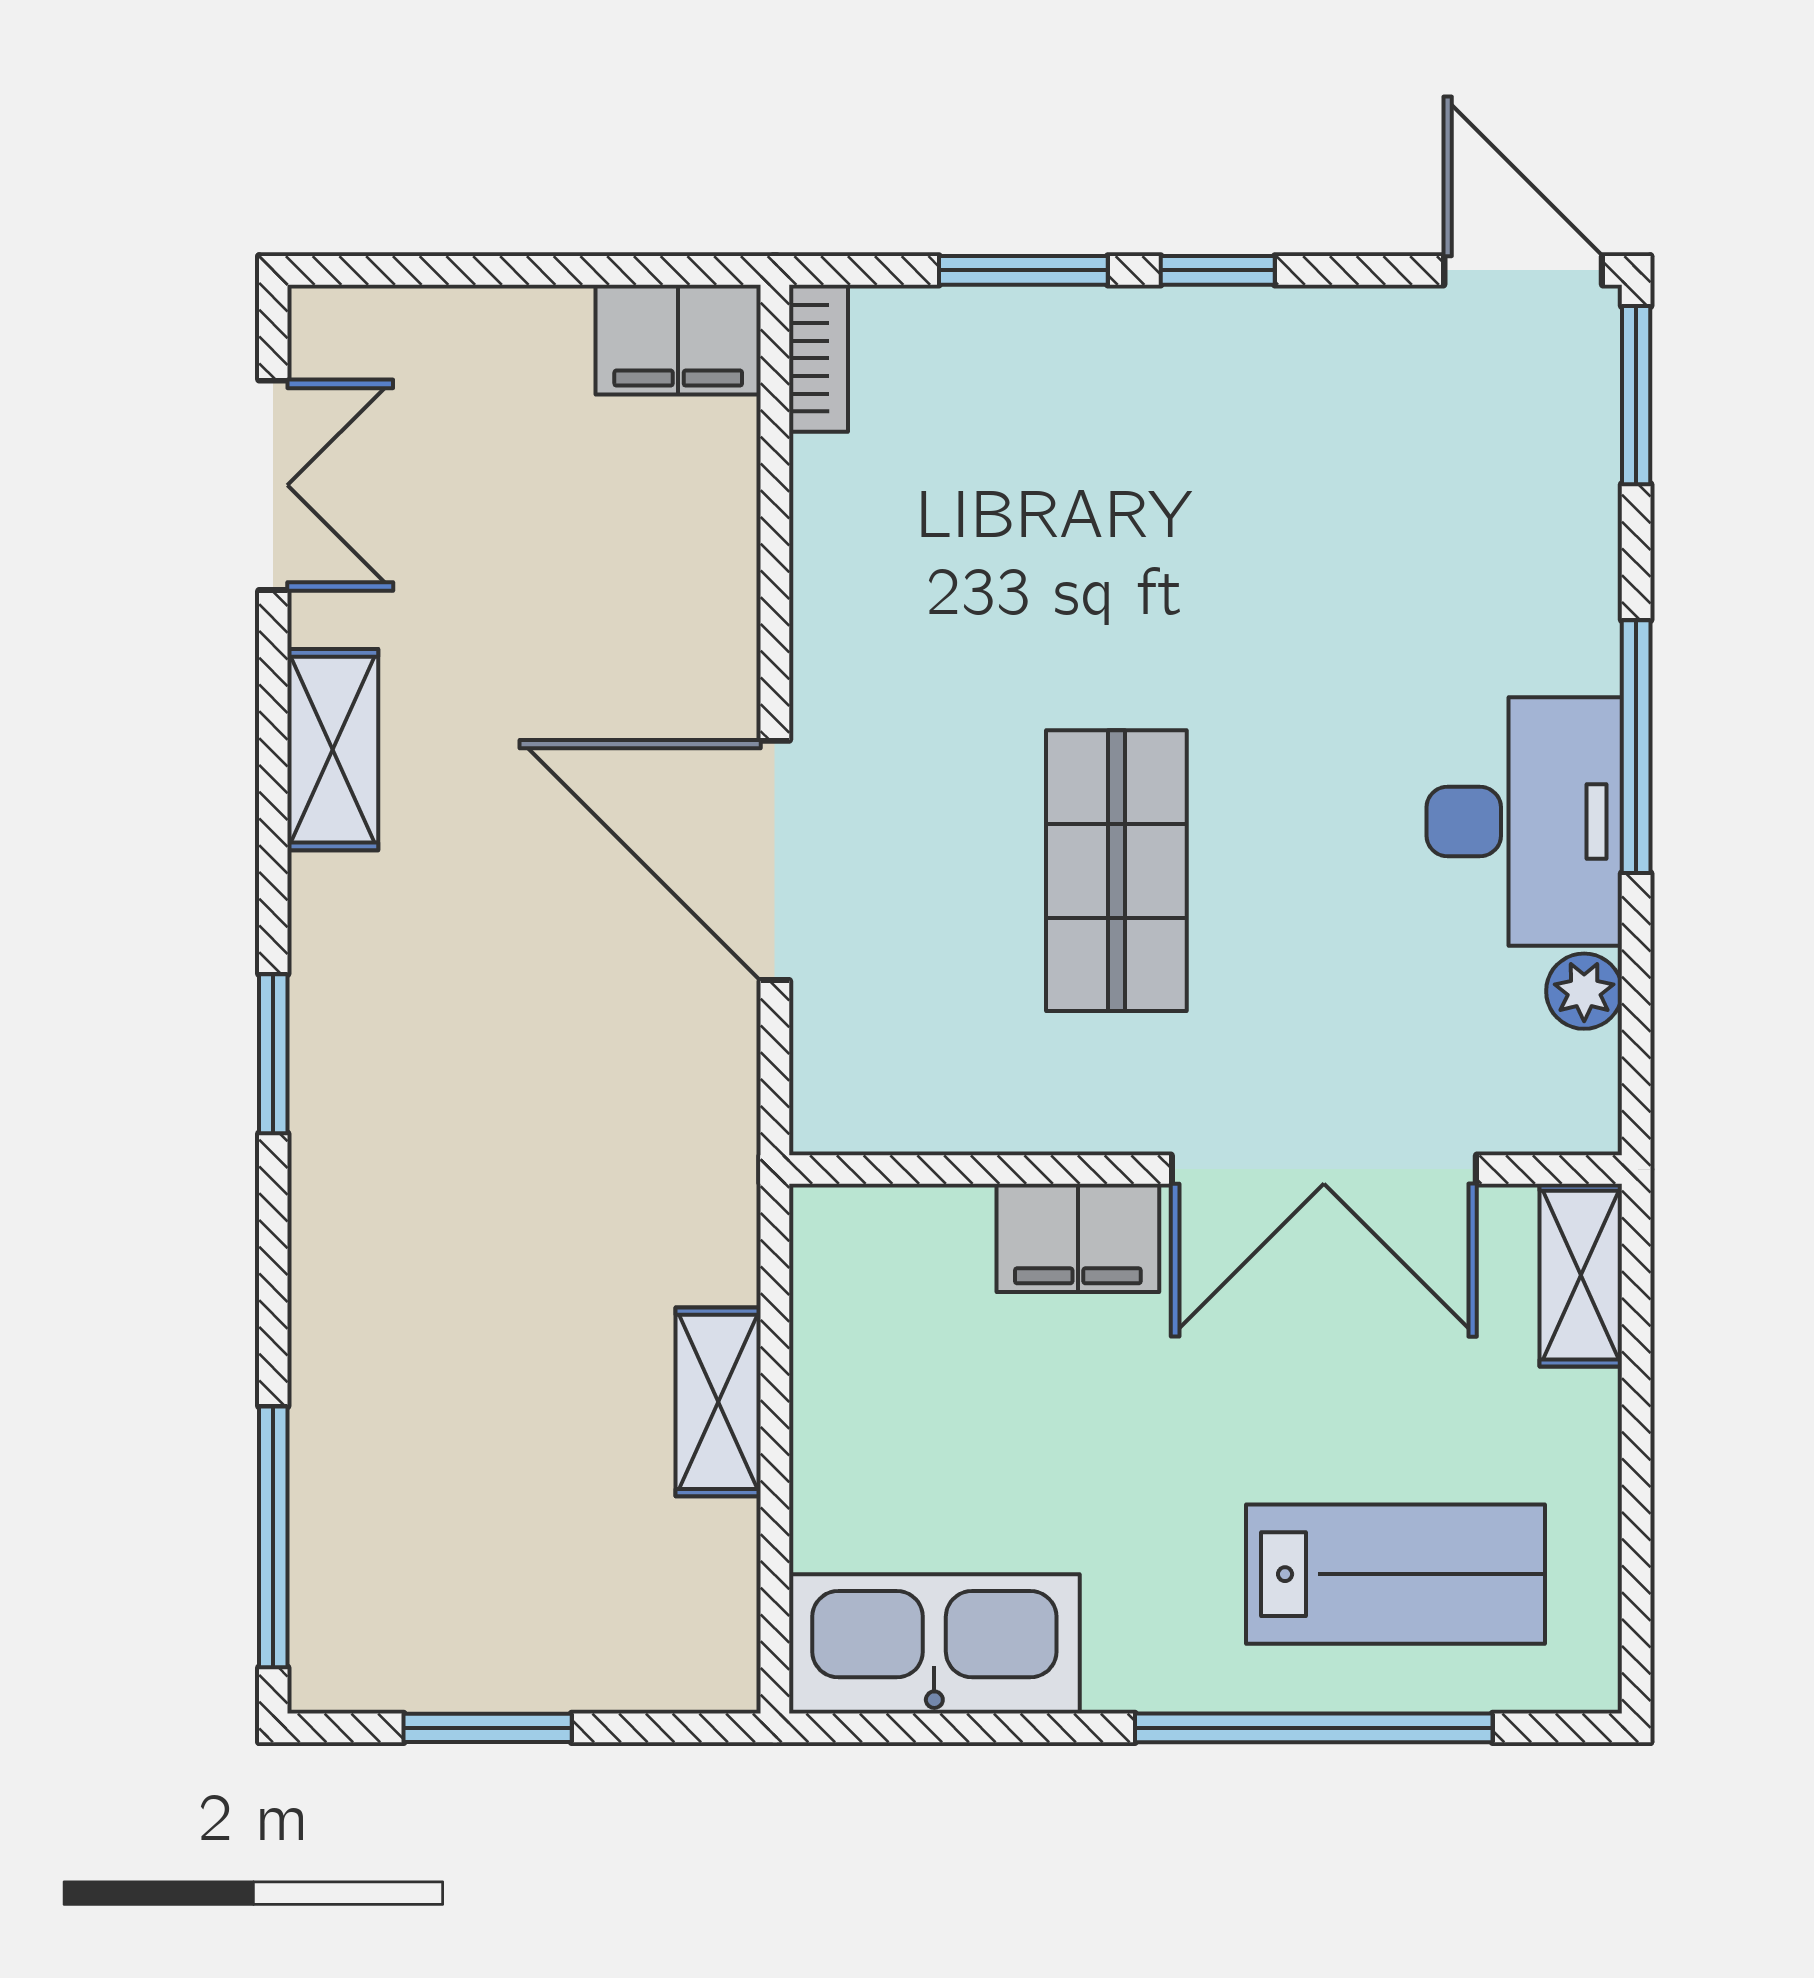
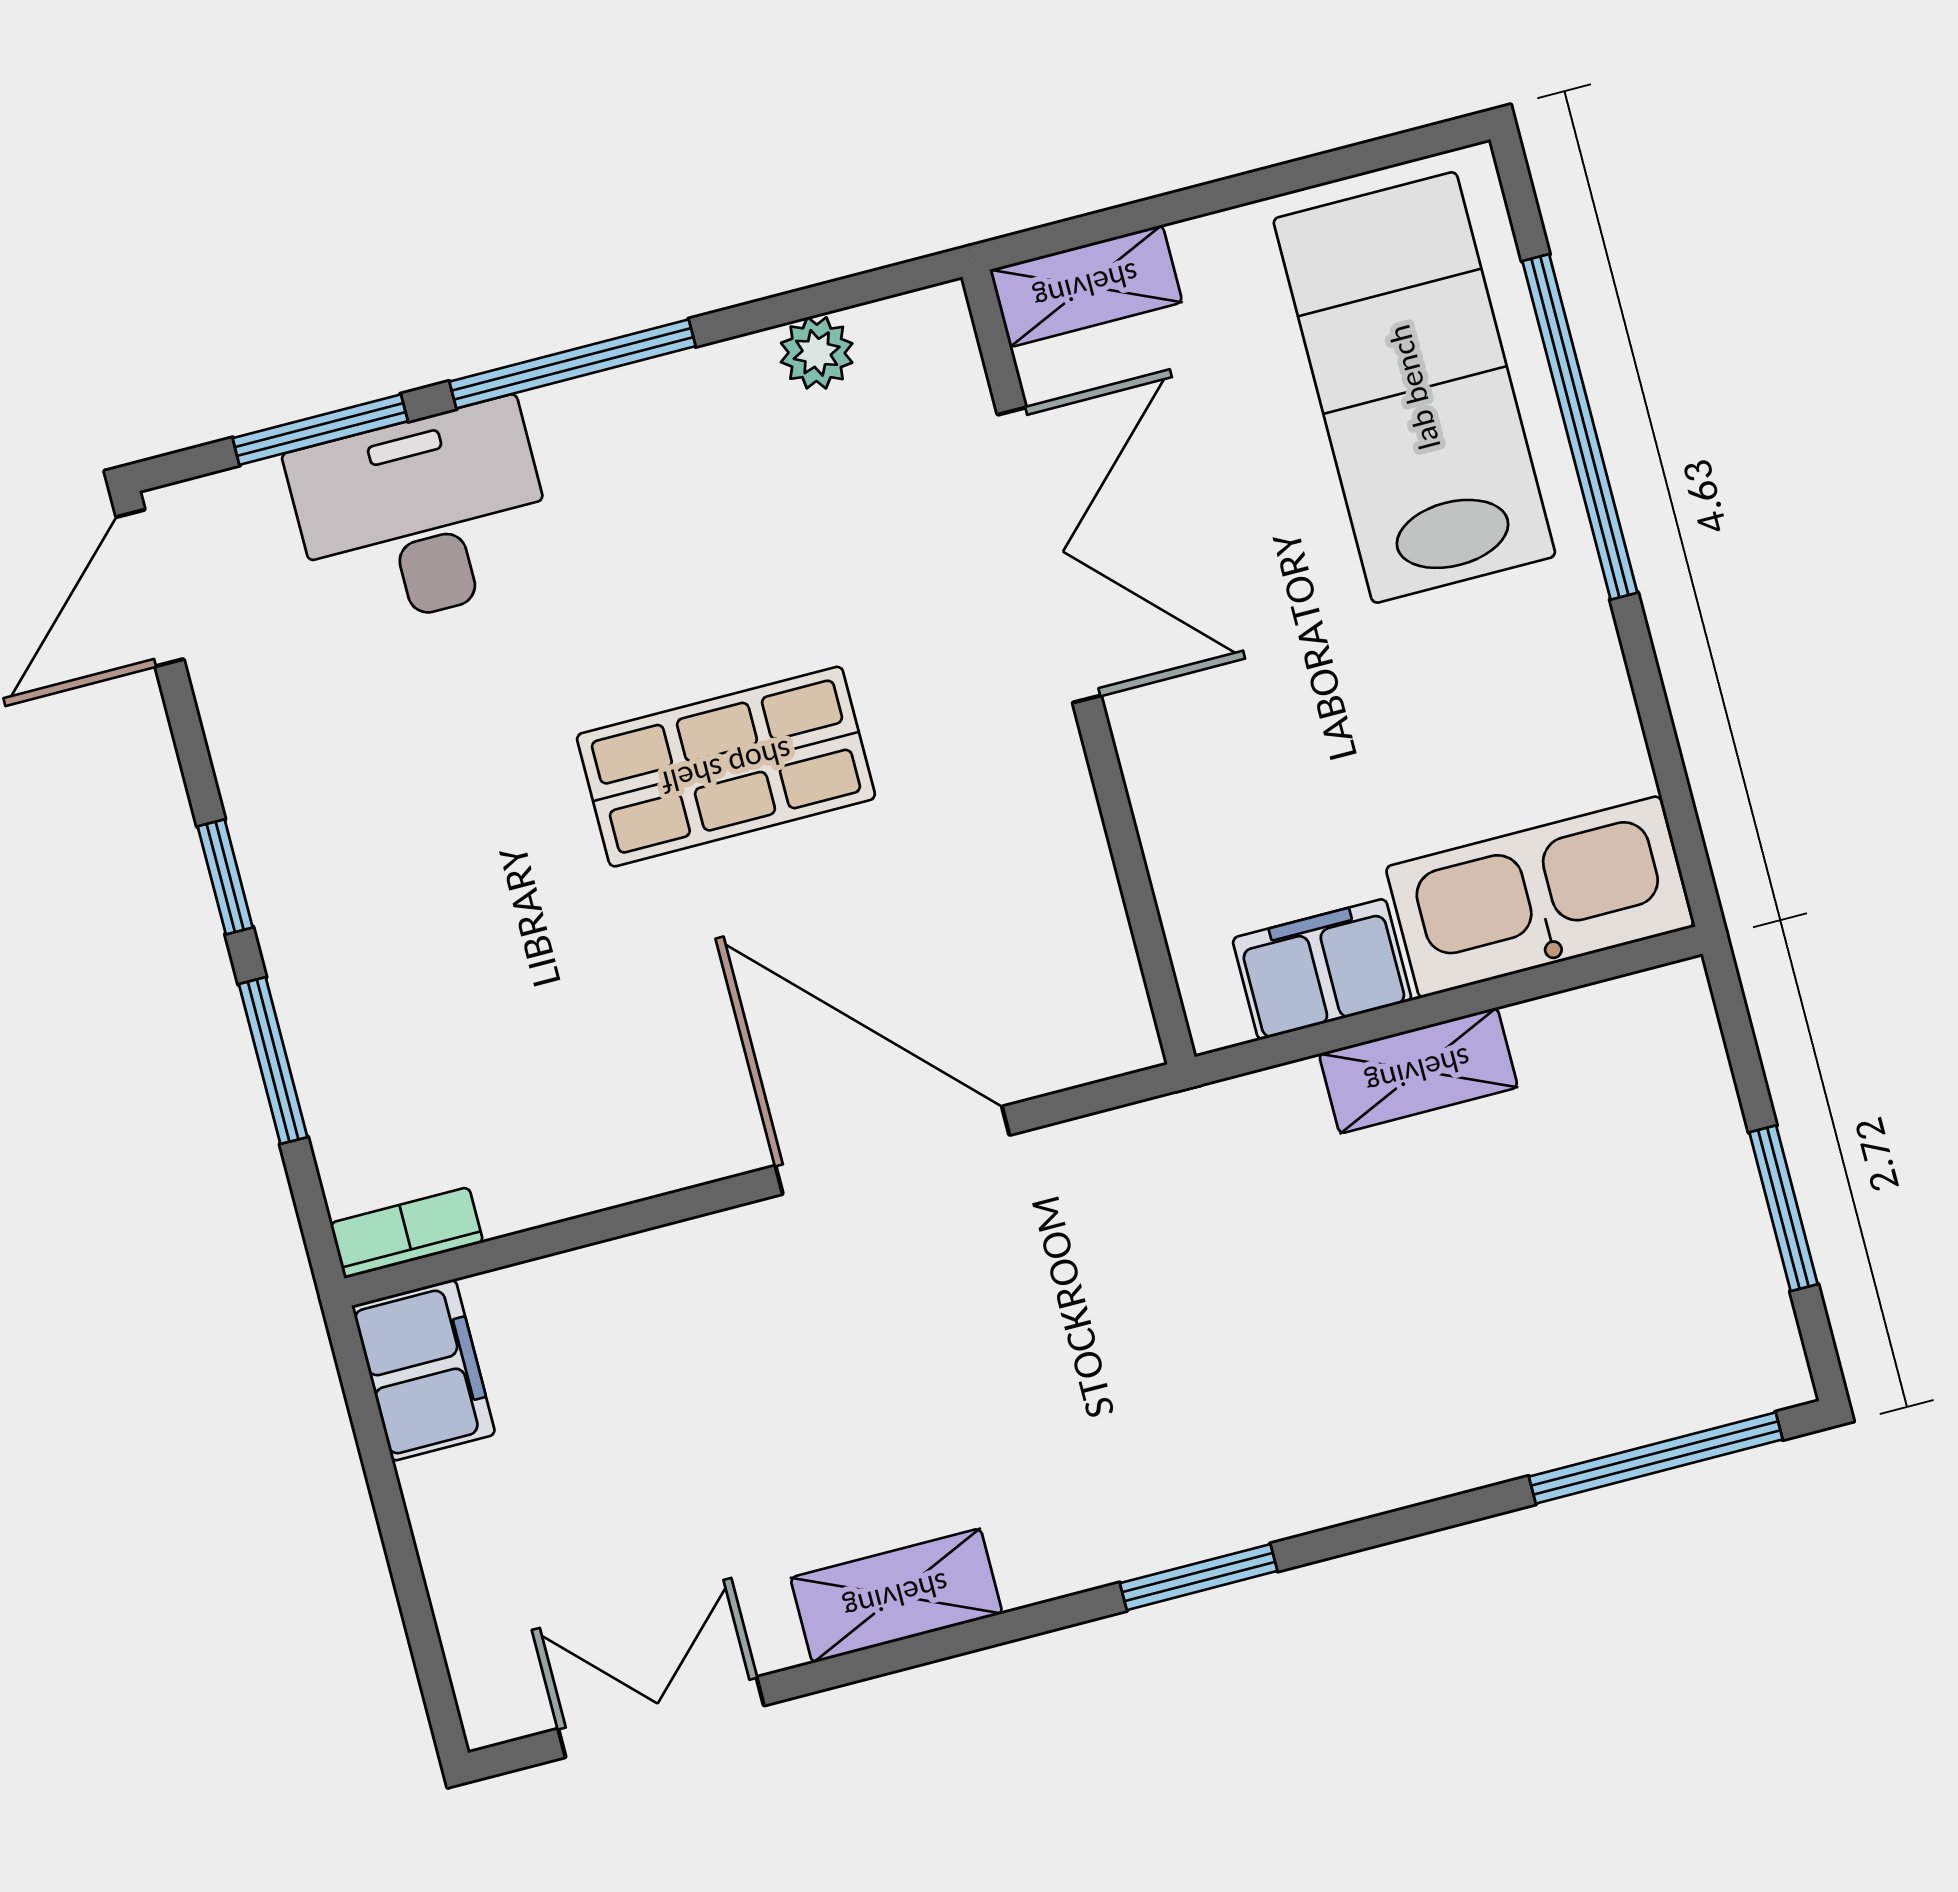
window: (1636, 395) -> (320, 430), moved
desk: (1524, 821) -> (422, 516), moved
door: (775, 860) -> (892, 1150), swing flipped
shop shelf: (1116, 871) -> (726, 767), moved
filing cabinet: (1078, 1238) -> (1322, 969), moved, turned -90
lab bench: (1396, 1574) -> (1414, 387), width x1.36, depth x1.39
kitchen sink: (934, 1644) -> (1540, 897), moved, turned 90

